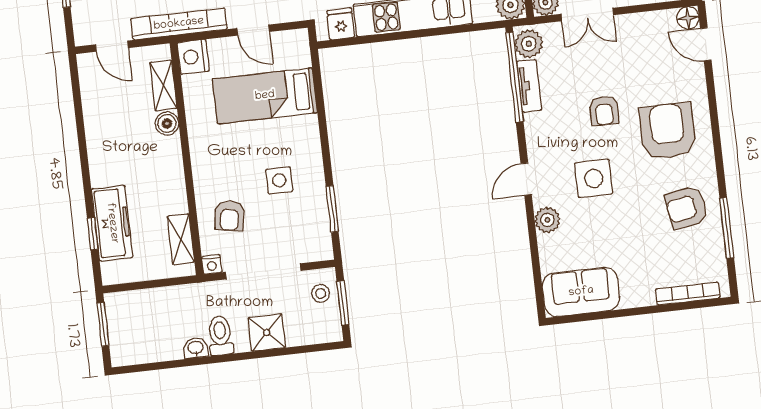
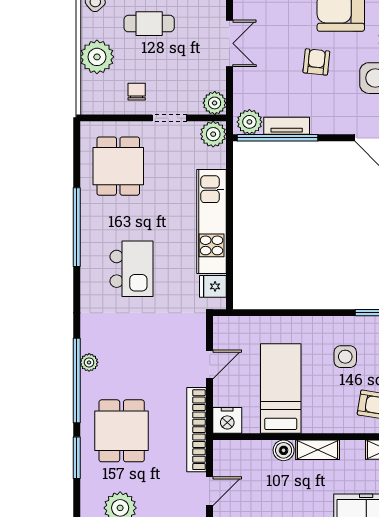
double door: (587, 14) -> (229, 43), moved
shelving: (163, 86) -> (318, 450), moved
bed: (265, 96) -> (281, 388), moved, turned 180
armchair: (604, 111) -> (316, 62), turned -84

